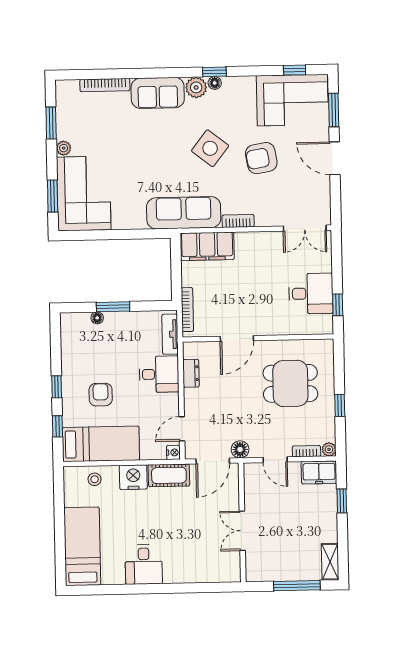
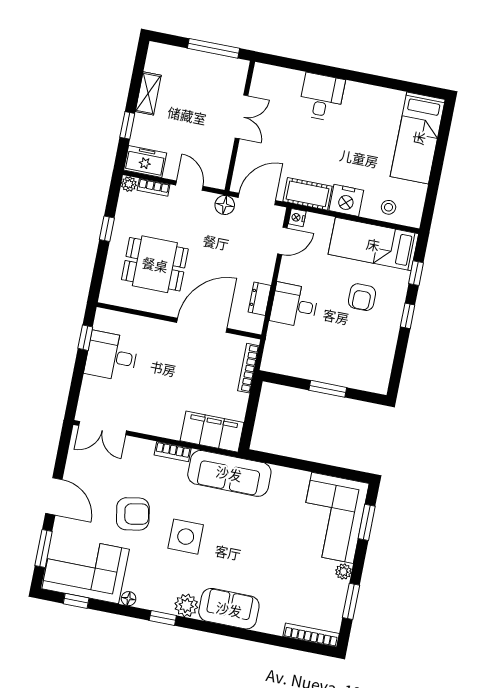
floor lamp: (215, 83) -> (129, 599), moved
bookcase: (105, 85) -> (311, 635), moved
side table: (210, 148) -> (186, 537), turned -38
double door: (305, 228) -> (103, 428), swing flipped
floor lamp: (97, 318) -> (347, 381), removed
tv unit: (170, 334) -> (273, 346), removed
door: (237, 338) -> (202, 325), width x1.36
shelving: (330, 562) -> (148, 93), moved
desk: (144, 564) -> (322, 97), moved
window: (297, 586) -> (214, 48), moved

